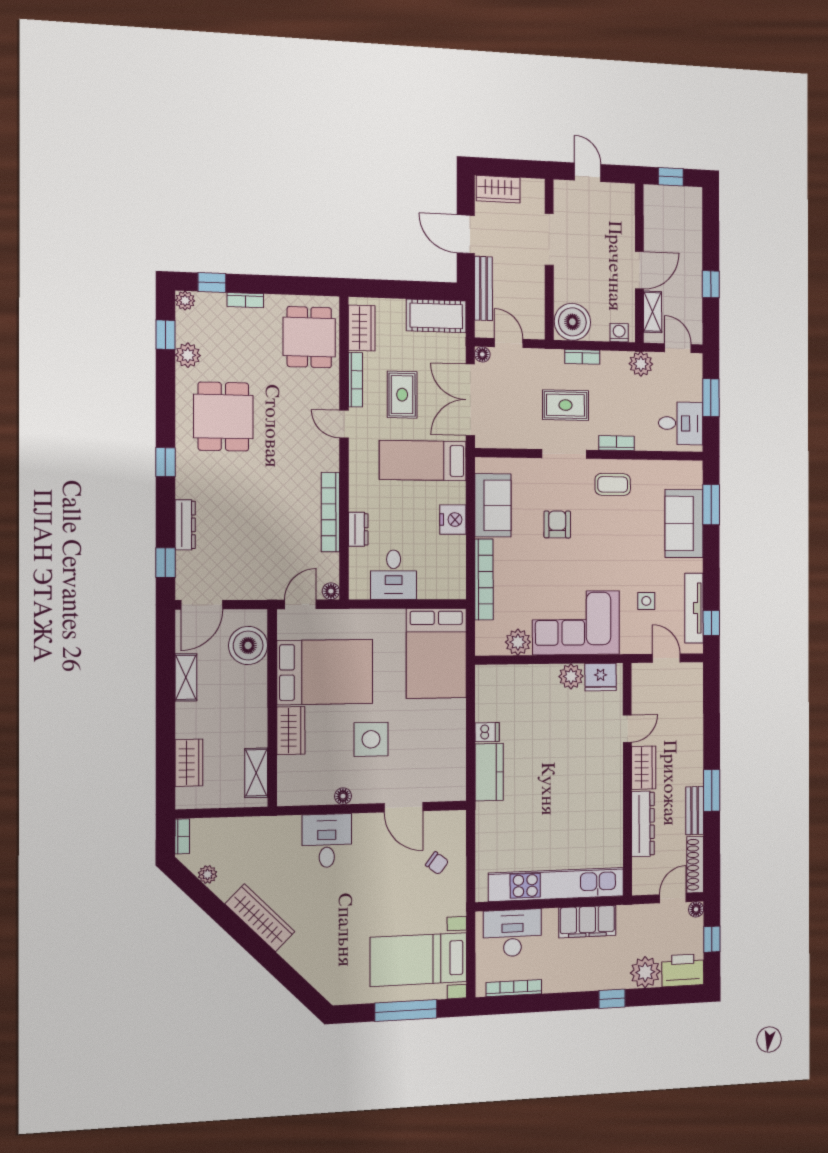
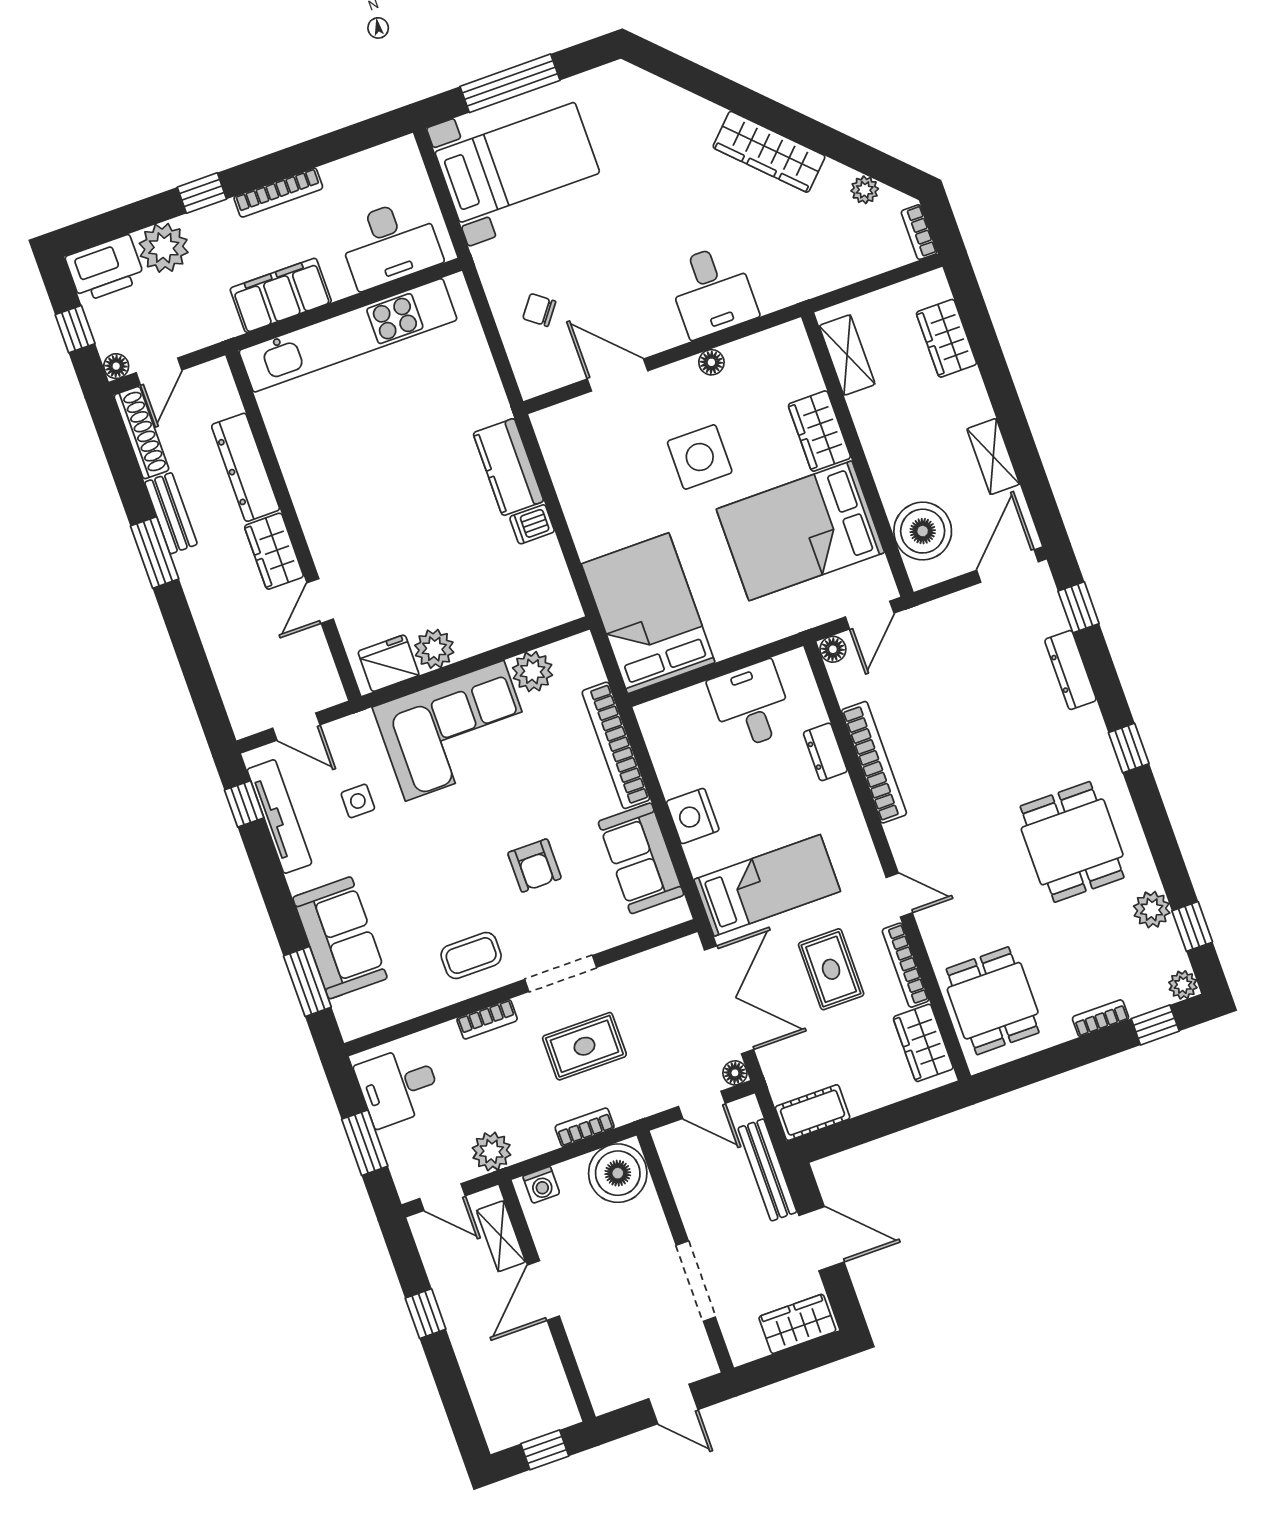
cot: (436, 316) -> (813, 1113), width x0.73, depth x0.75
bookcase: (514, 988) -> (278, 193), moved

